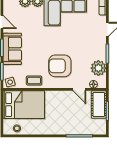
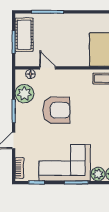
armchair: (60, 66) -> (56, 110), moved
cot: (99, 104) -> (24, 35), moved

